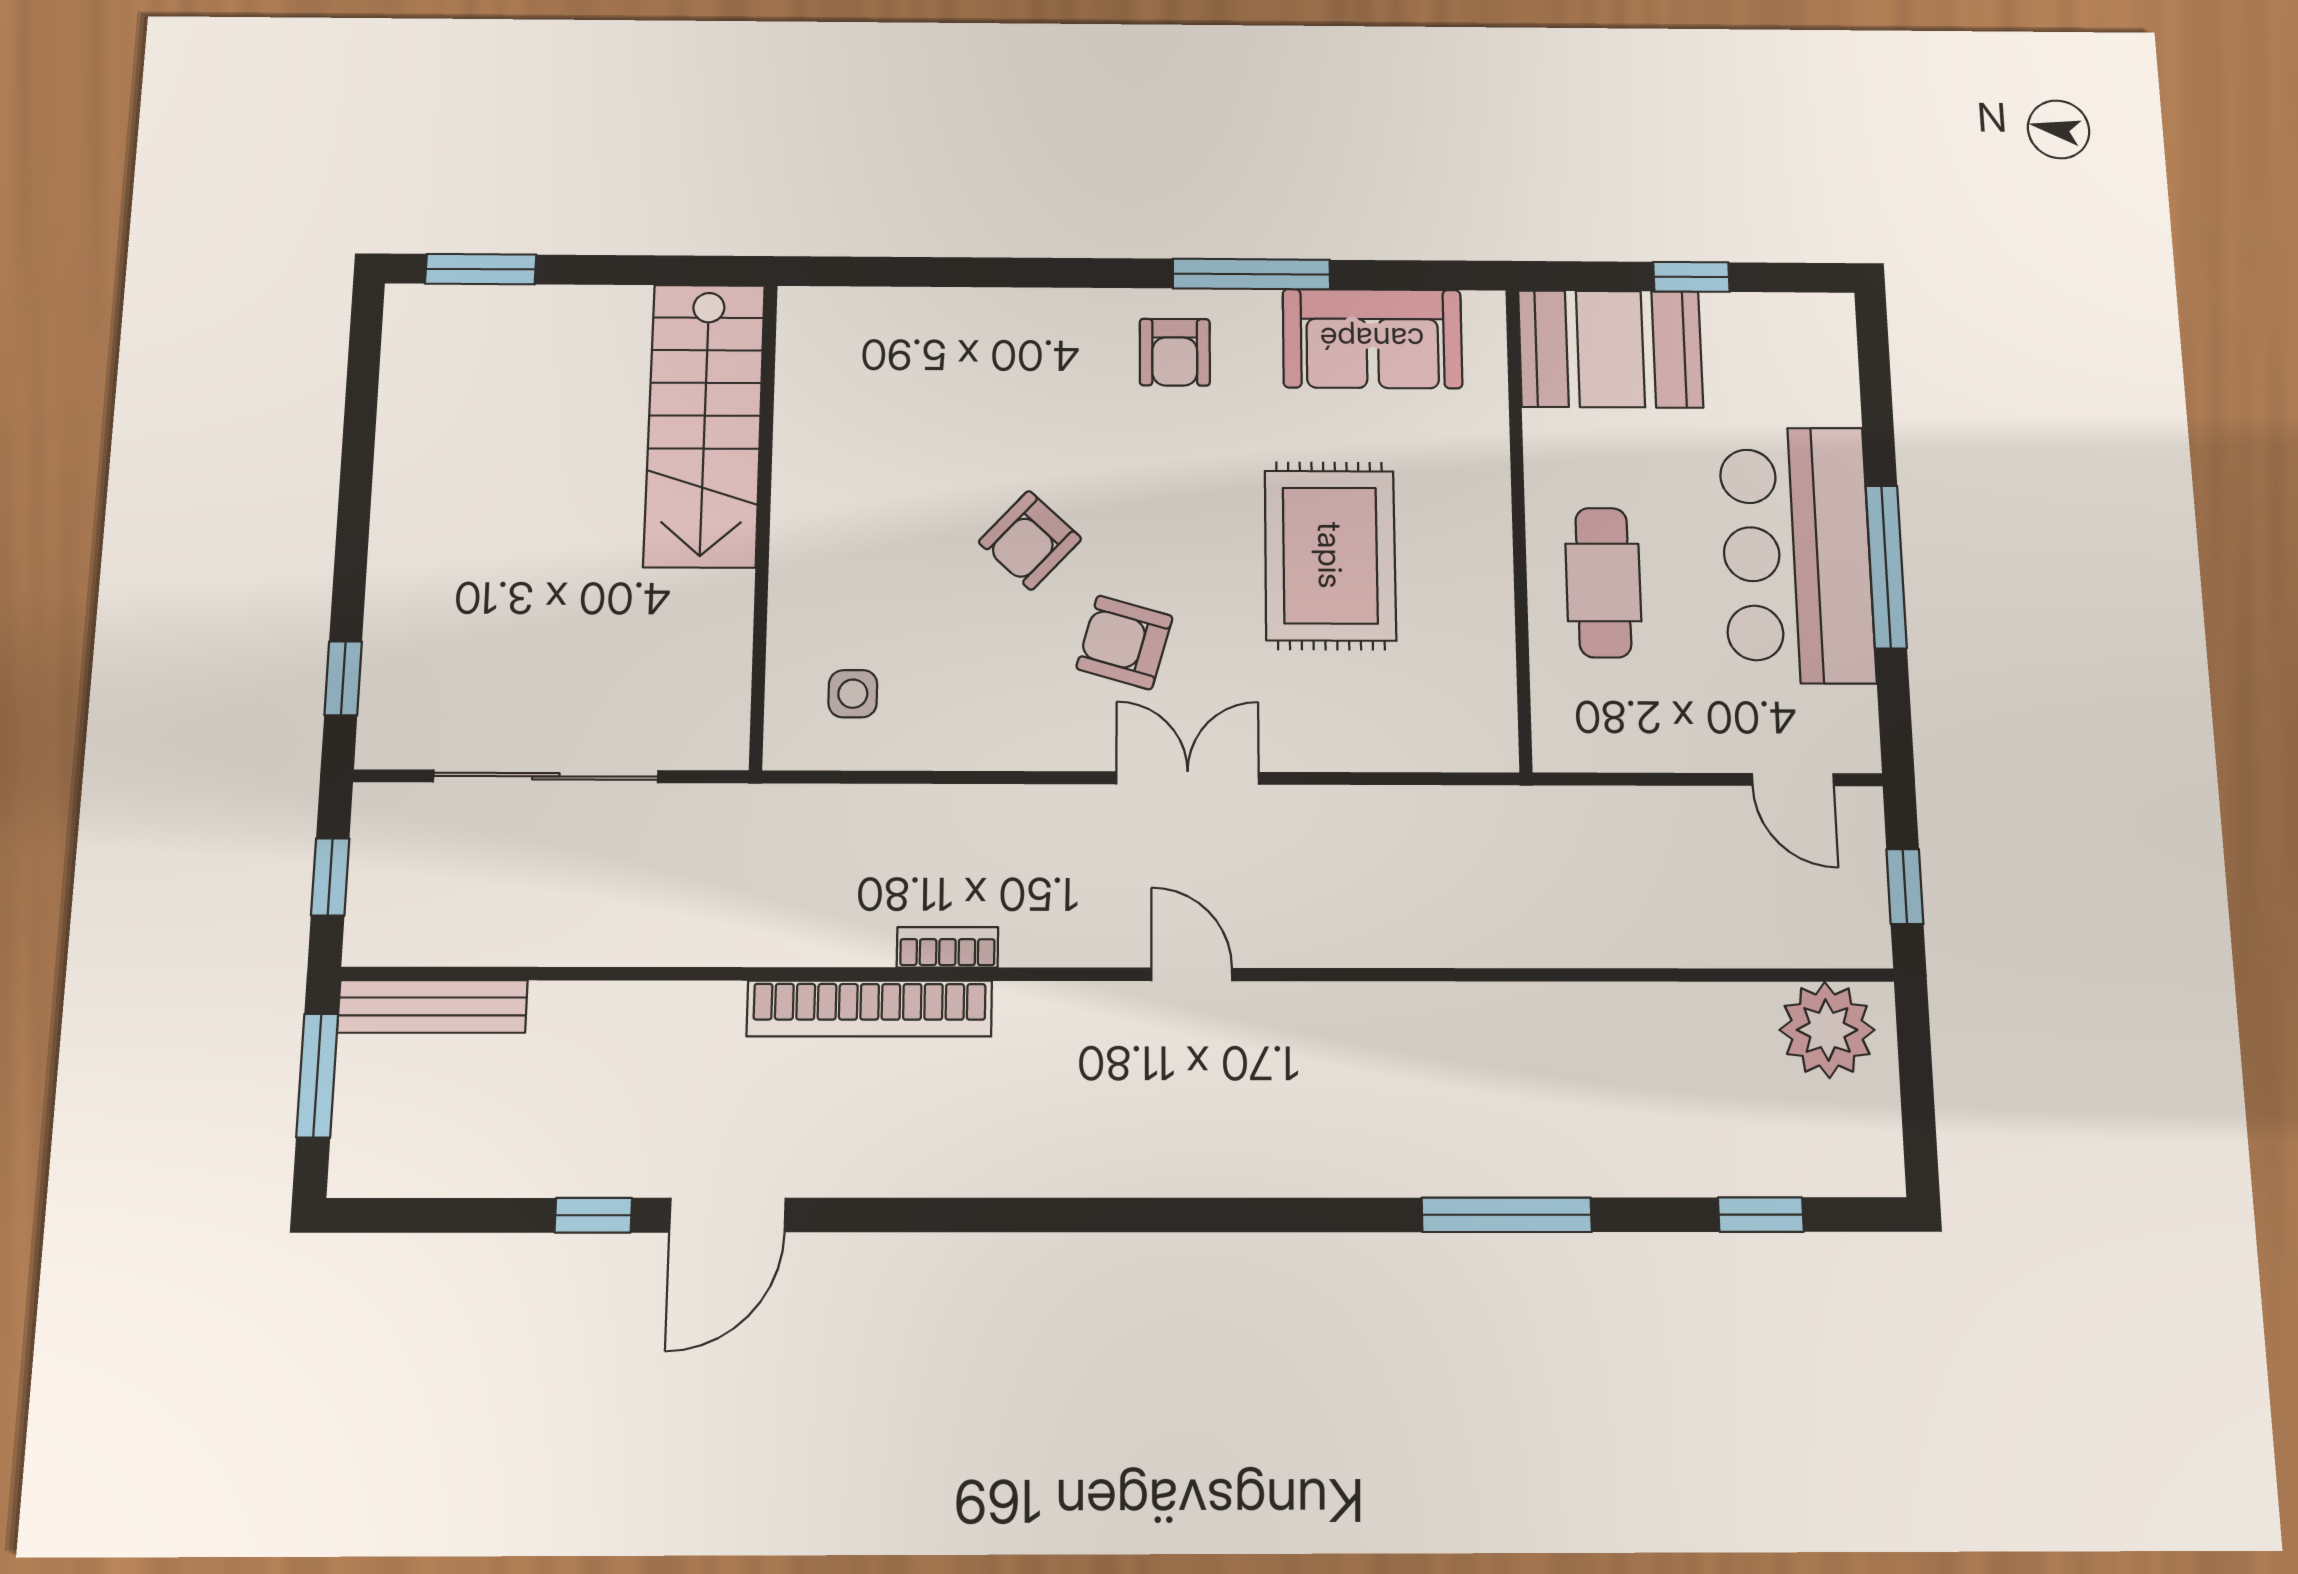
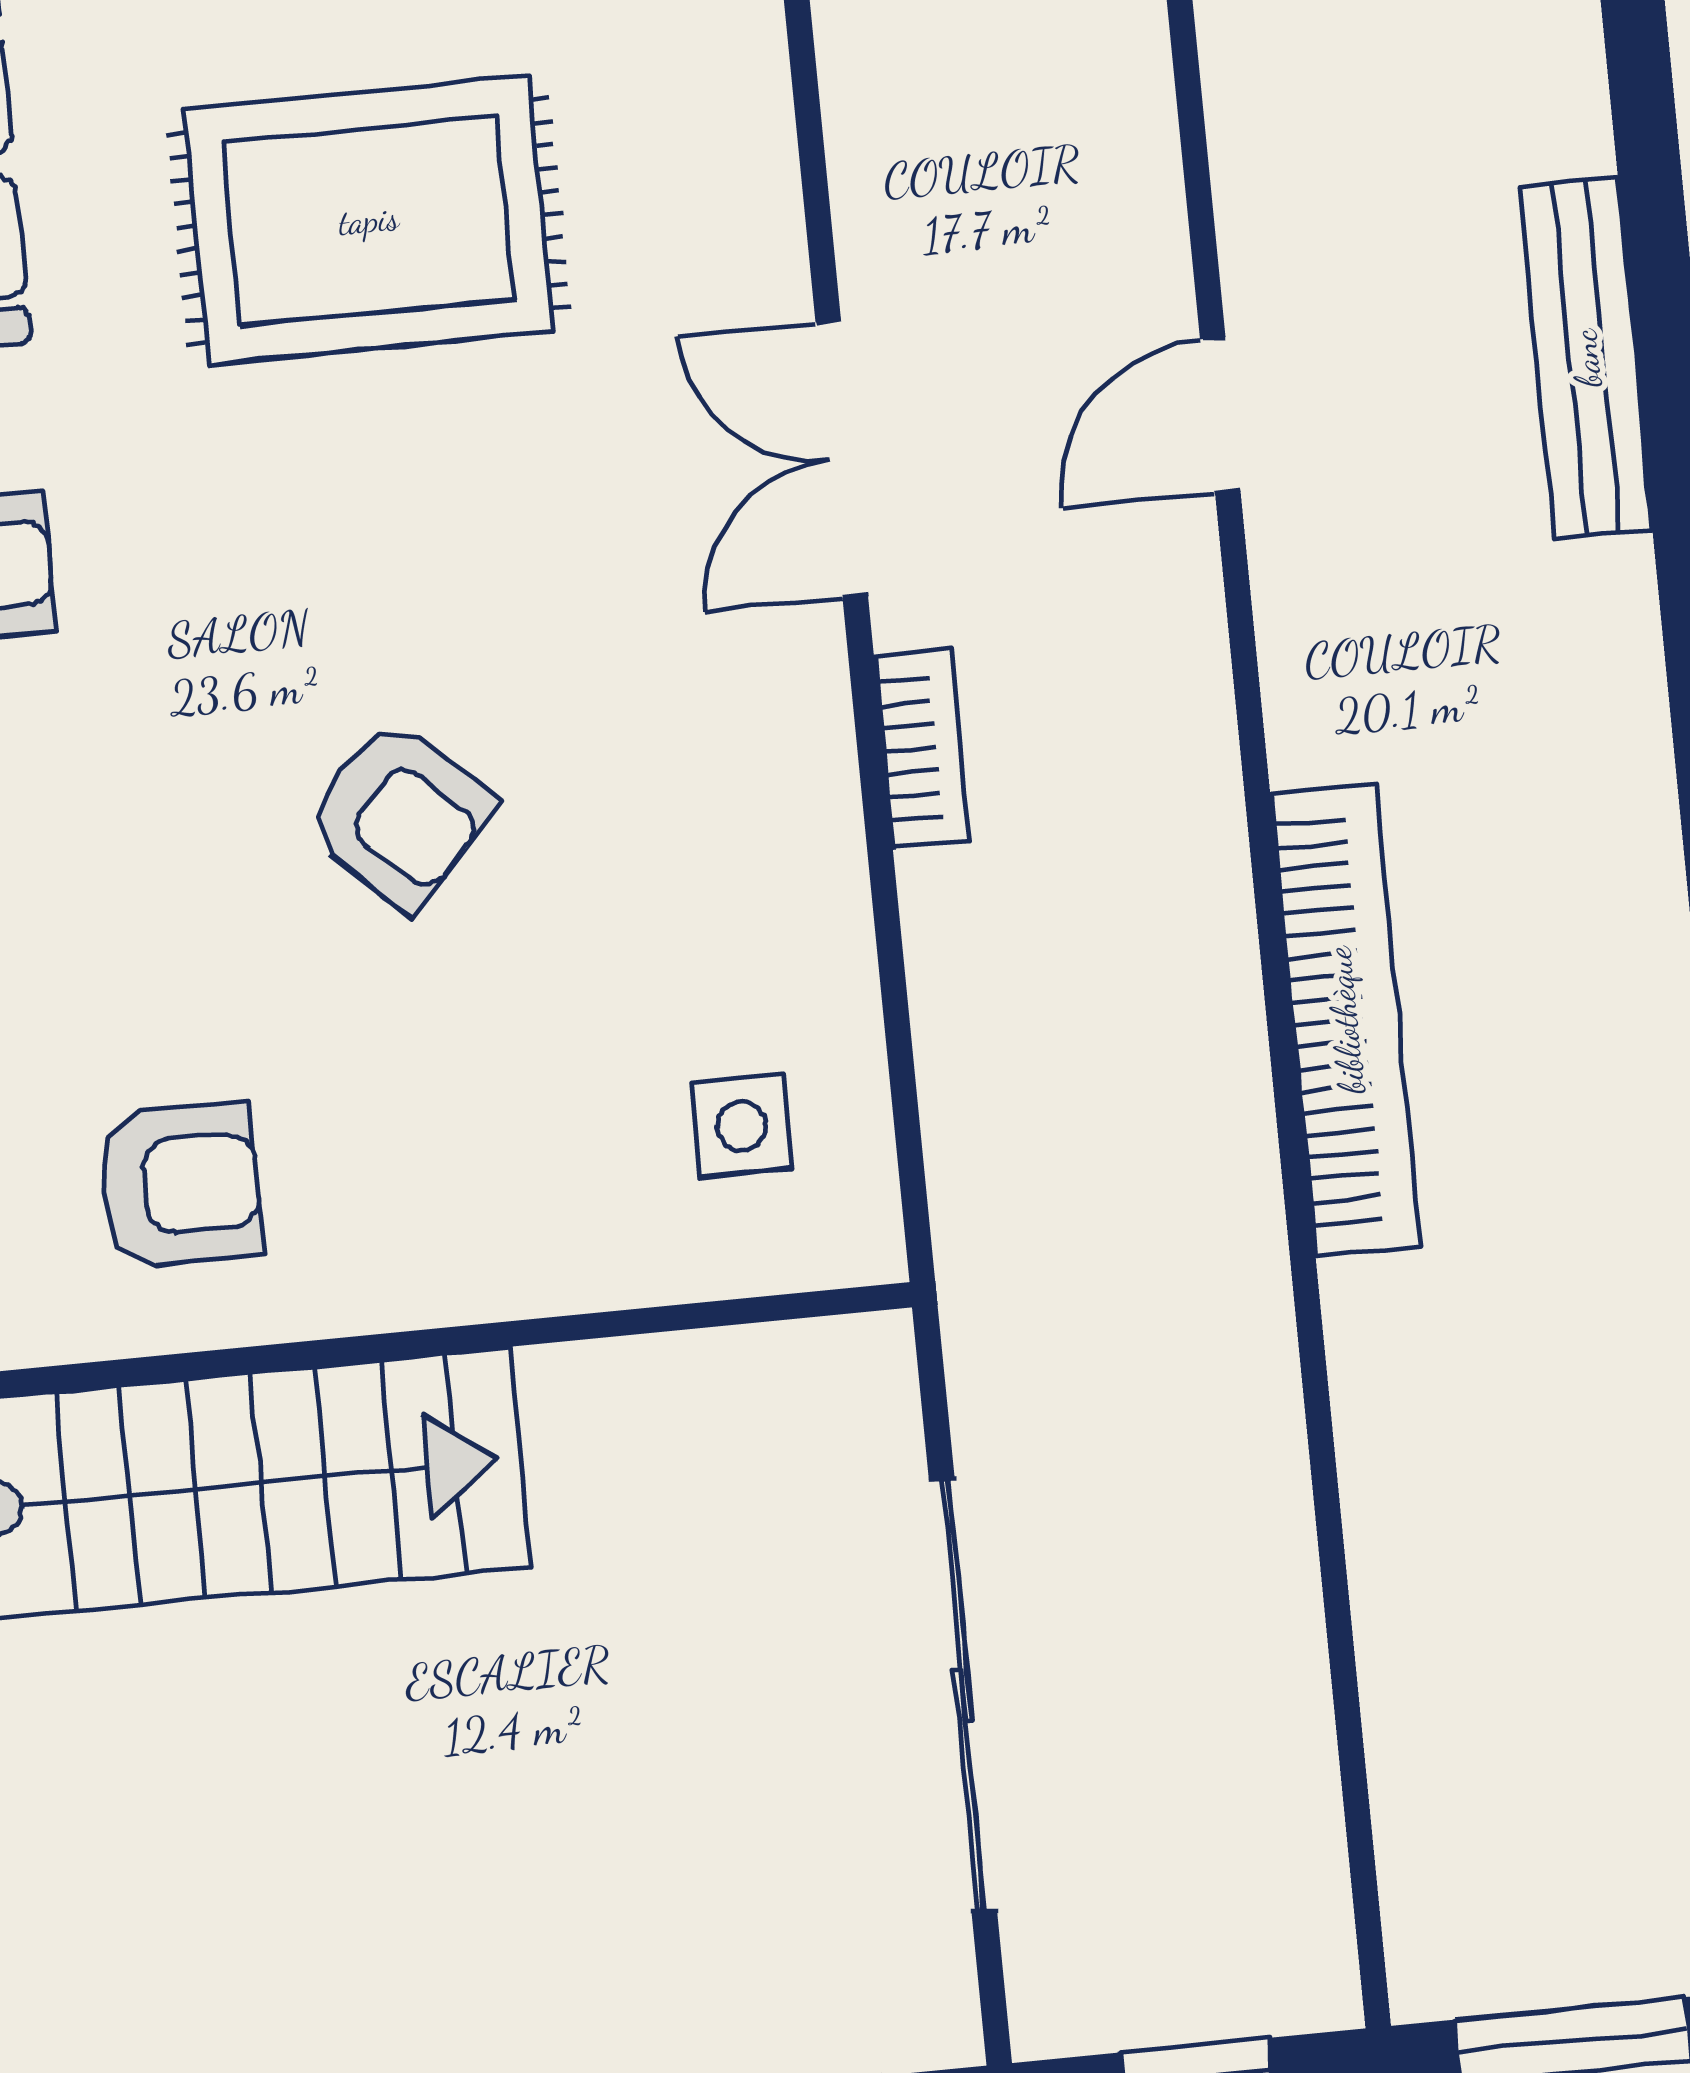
armchair: (1124, 642) -> (180, 1185), moved, turned -106
bookcase: (948, 947) -> (922, 748), moved, turned 180
bench: (433, 1006) -> (1586, 358), moved

